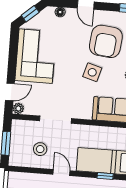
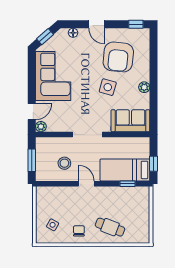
doorway: (55, 120) -> (87, 134), moved

